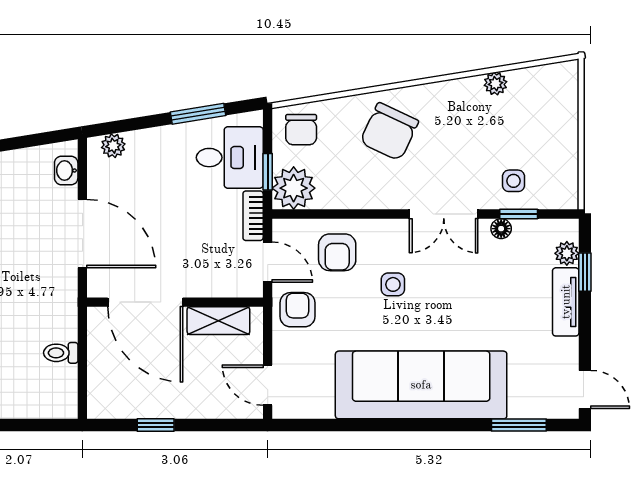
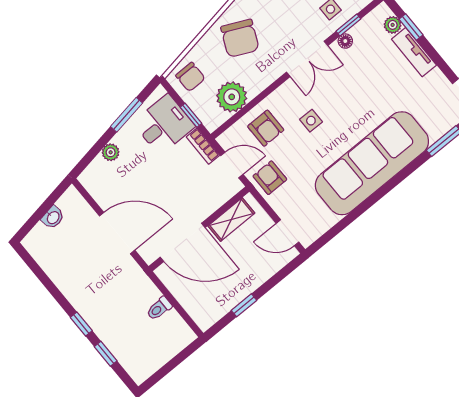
plant: (113, 146) -> (111, 152), moved
washbasin: (66, 170) -> (53, 217), moved, turned -99
plant: (294, 188) -> (232, 97), moved

